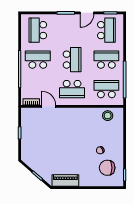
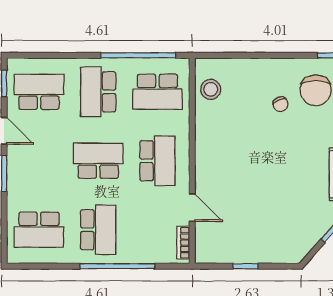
school desk: (38, 60) -> (98, 230), turned 180
school desk: (106, 89) -> (157, 92), turned -90
door: (49, 106) -> (192, 208), swing flipped

